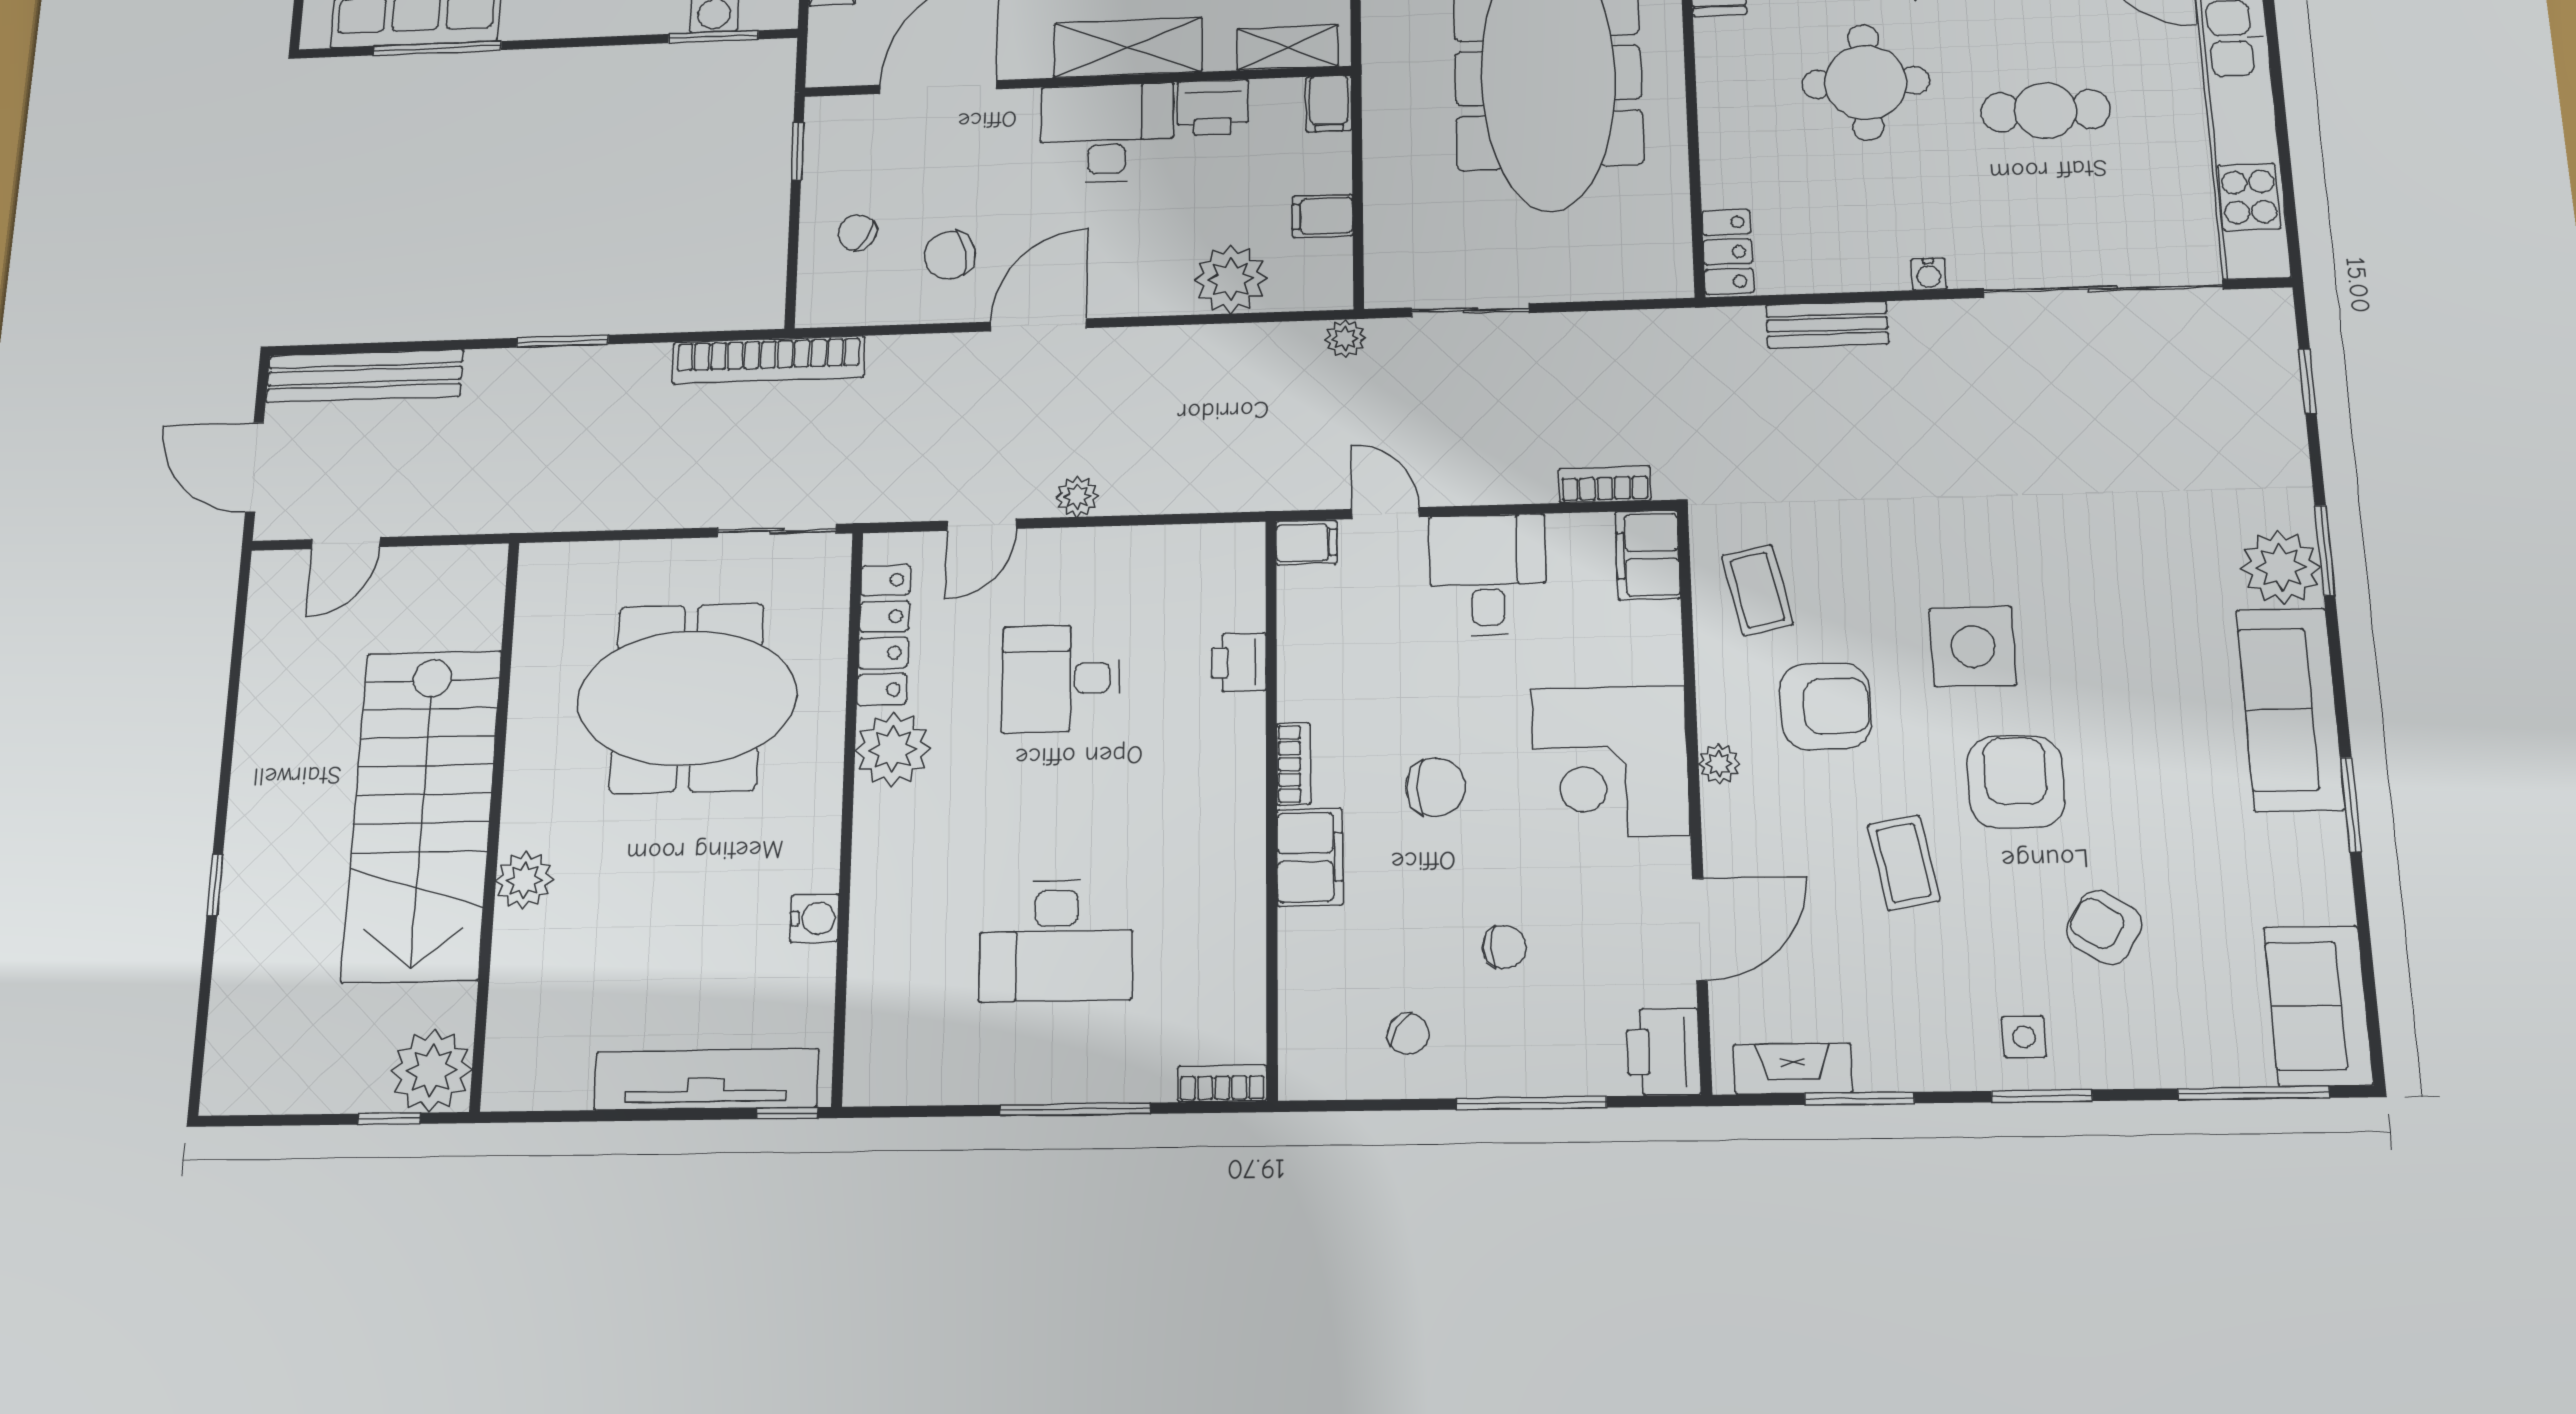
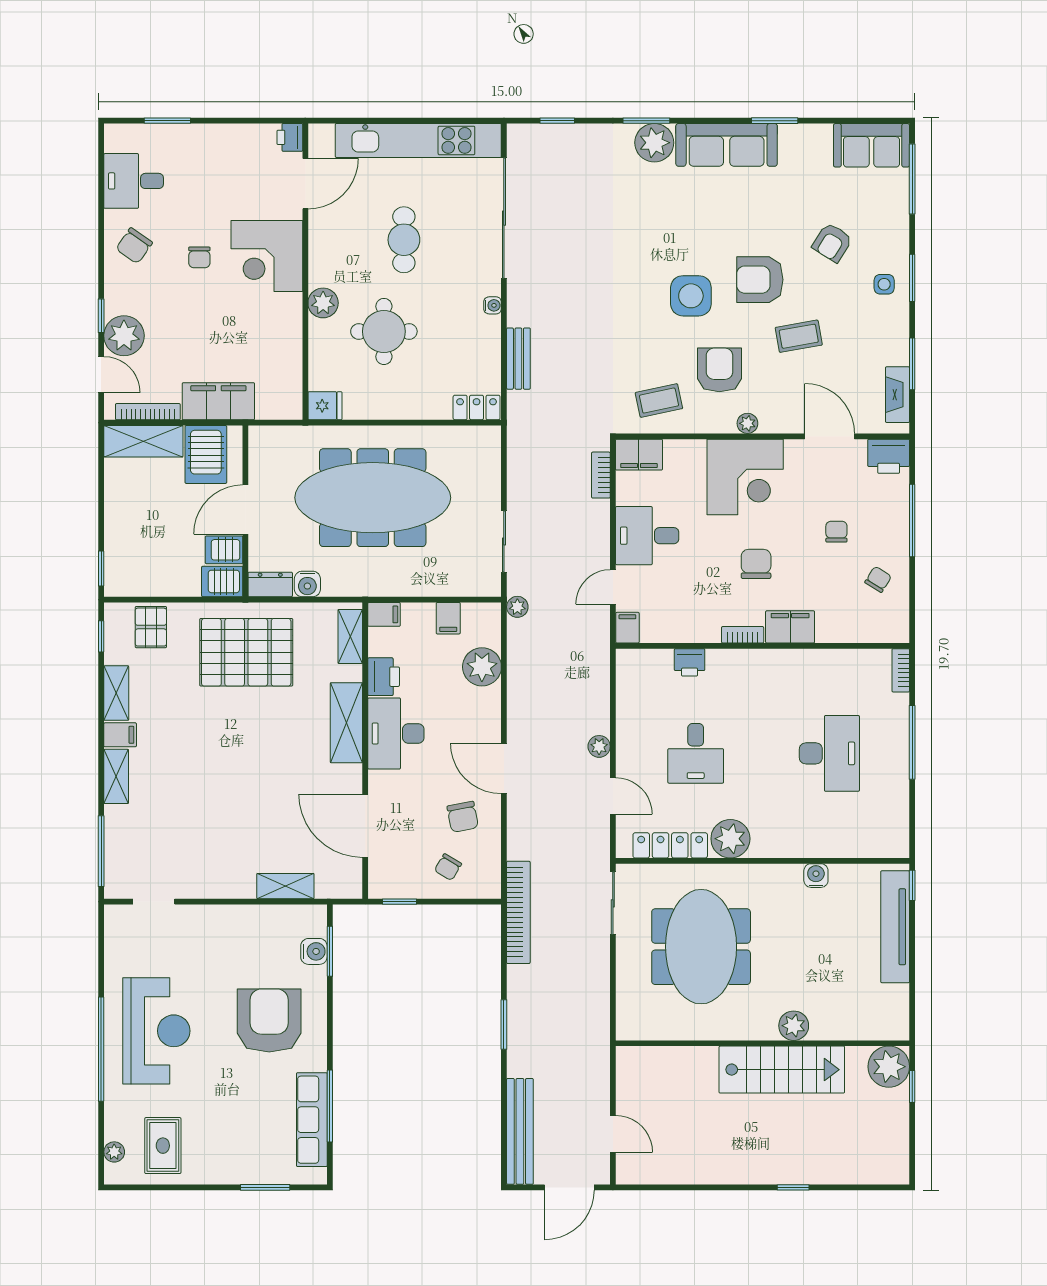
stairs: (422, 815) -> (782, 1070), width x0.73, depth x0.66

